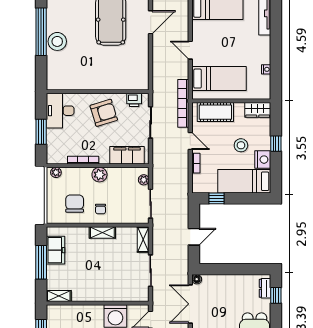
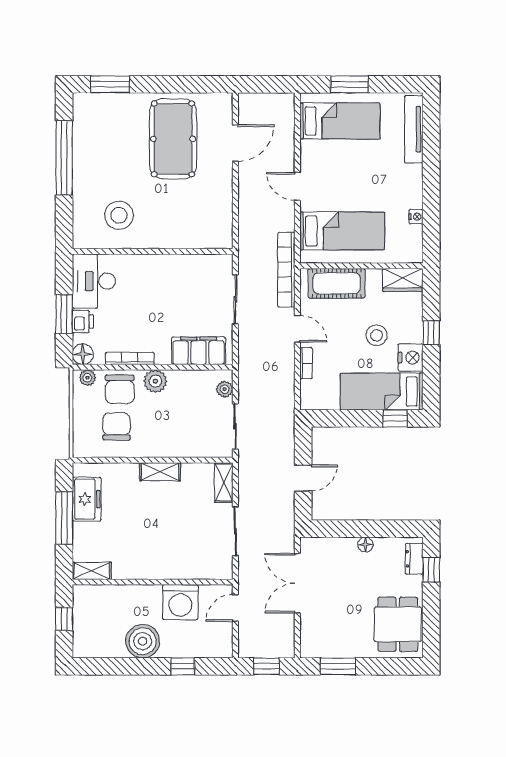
stool: (57, 41) -> (119, 215), moved
printer: (134, 100) -> (83, 321), moved, turned -90
armchair: (104, 113) -> (162, 285), removed
floor lamp: (53, 157) -> (83, 354), added
window: (217, 198) -> (395, 418), moved
chair: (100, 209) -> (120, 389), moved, width x1.87, depth x1.87
floor lamp: (197, 279) -> (365, 545), moved

